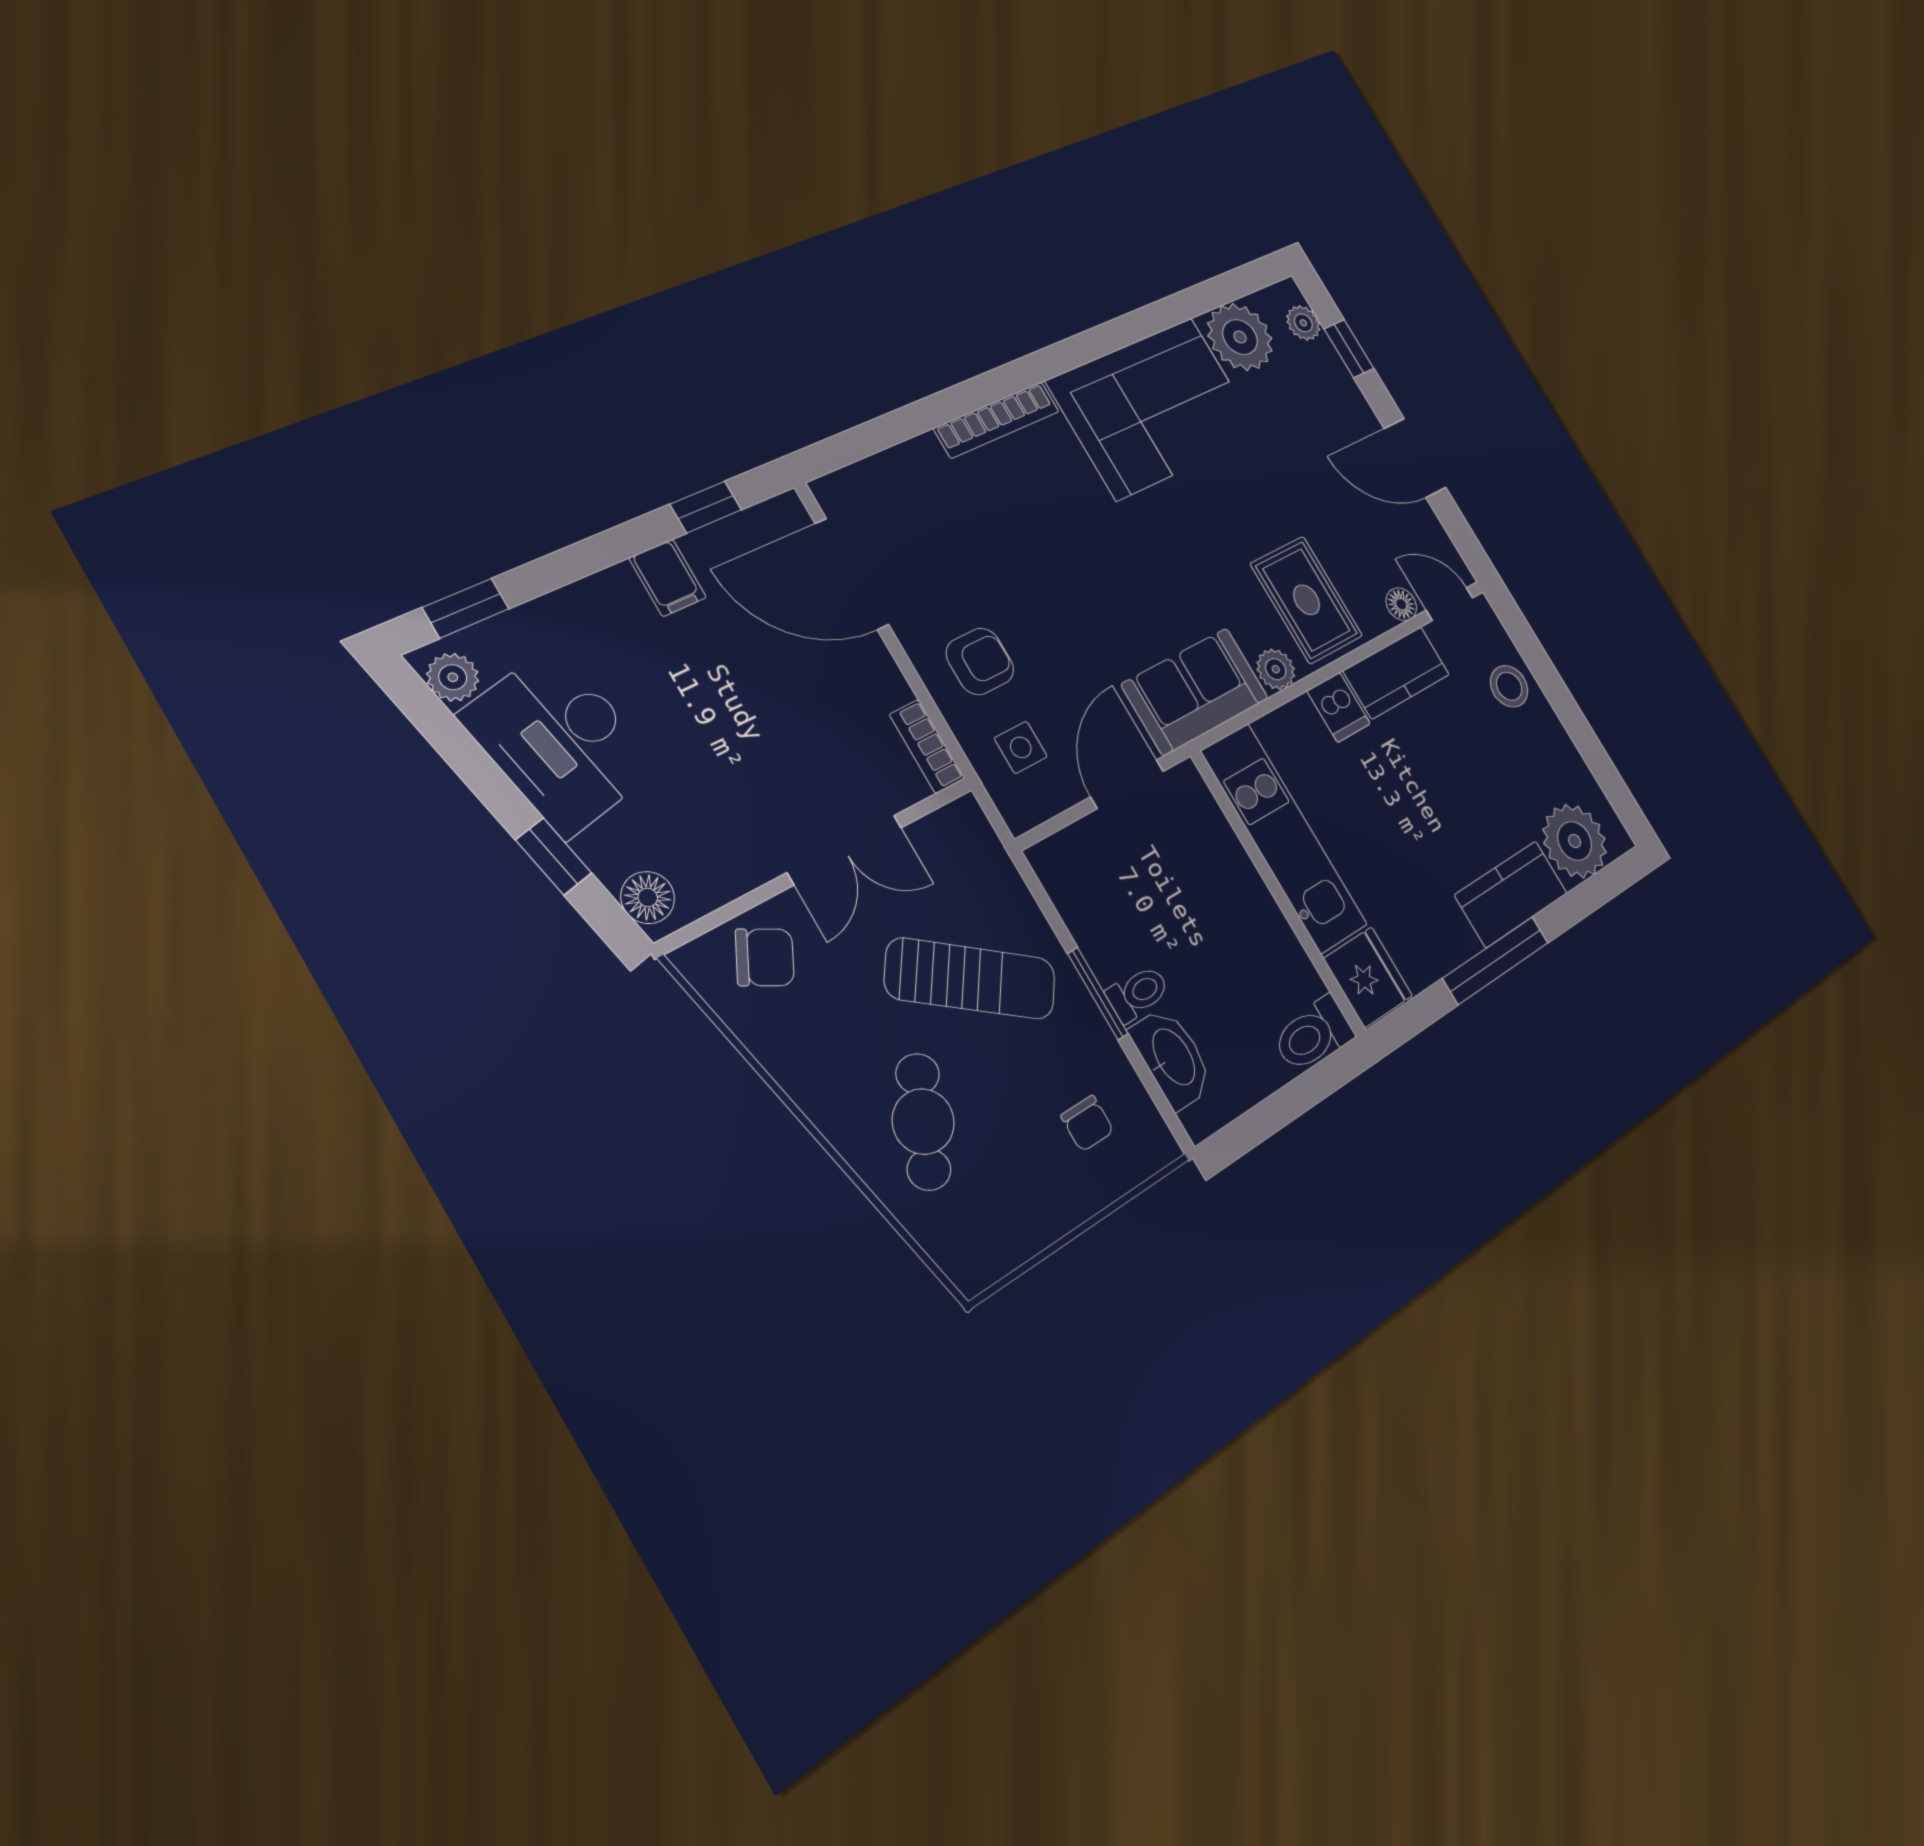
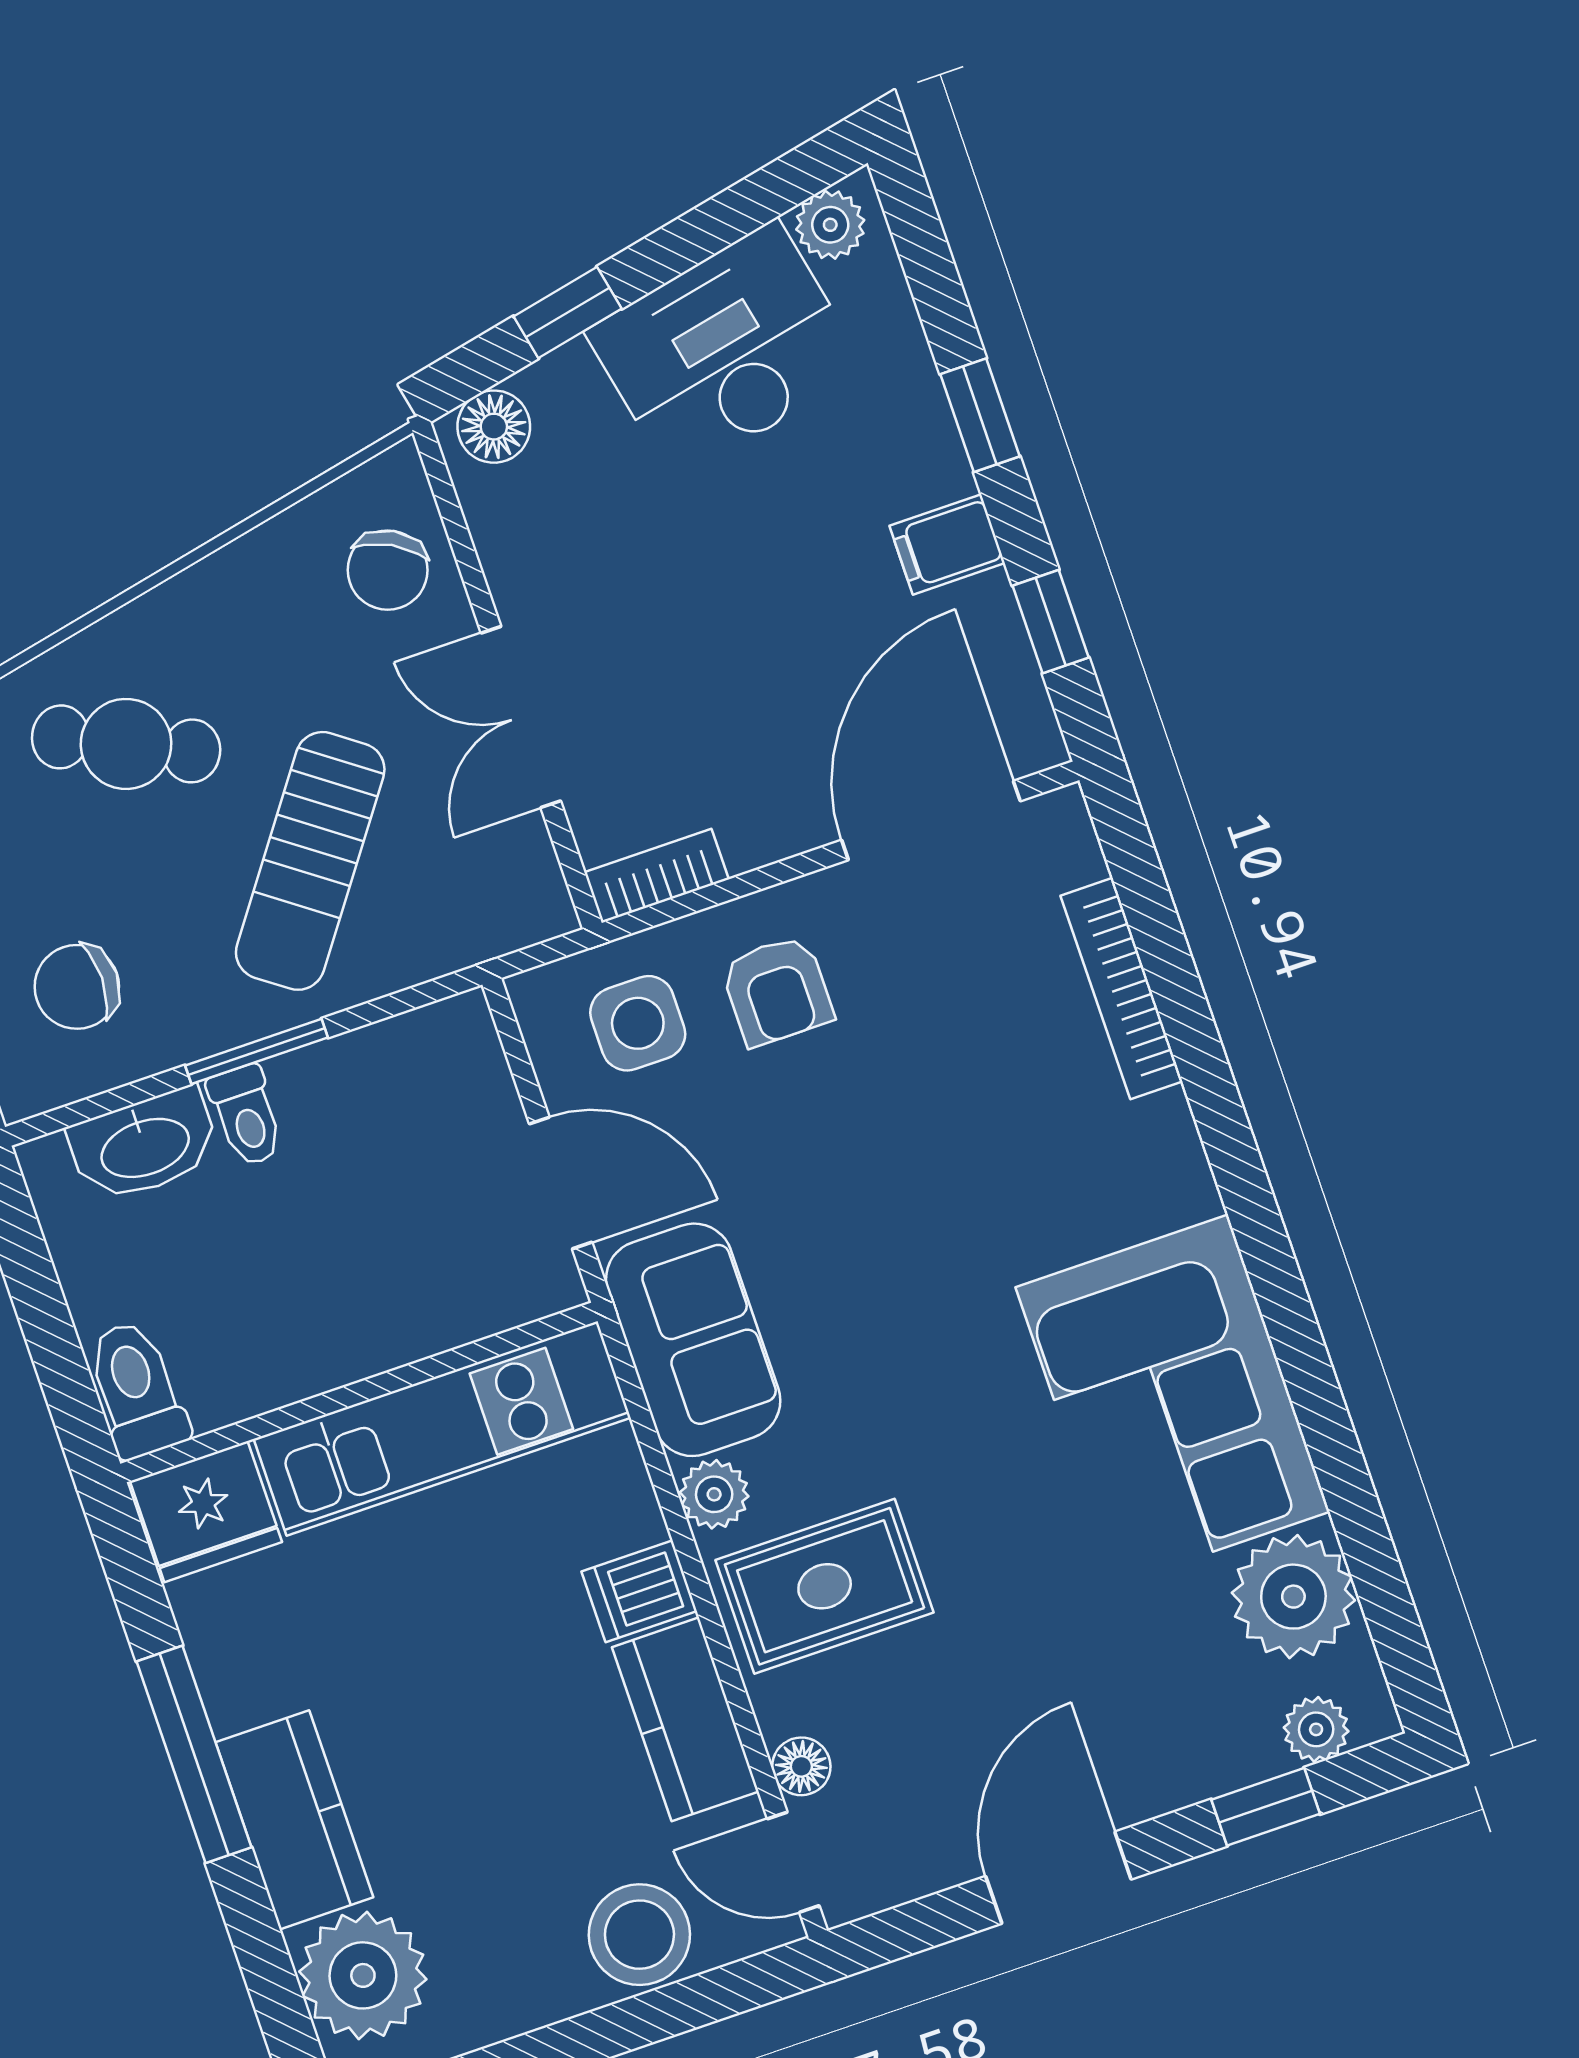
bookcase: (997, 420) -> (1121, 989), moved
door: (1449, 604) -> (793, 1862), swing flipped
window: (466, 608) -> (980, 415), moved
stool: (1509, 686) -> (639, 1935), width x1.38, depth x1.38
side table: (1021, 747) -> (638, 1023), width x1.37, depth x1.37
chair: (1087, 1123) -> (77, 987), width x1.37, depth x1.37

